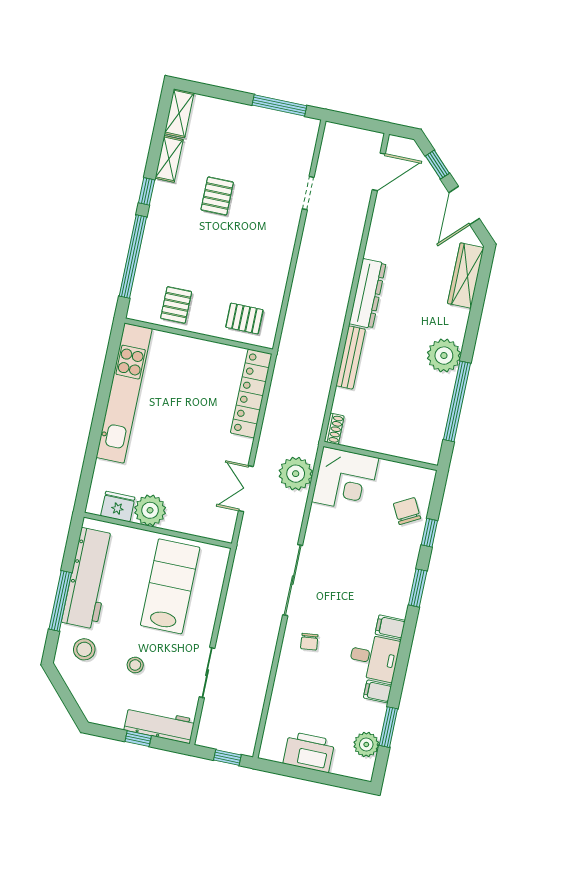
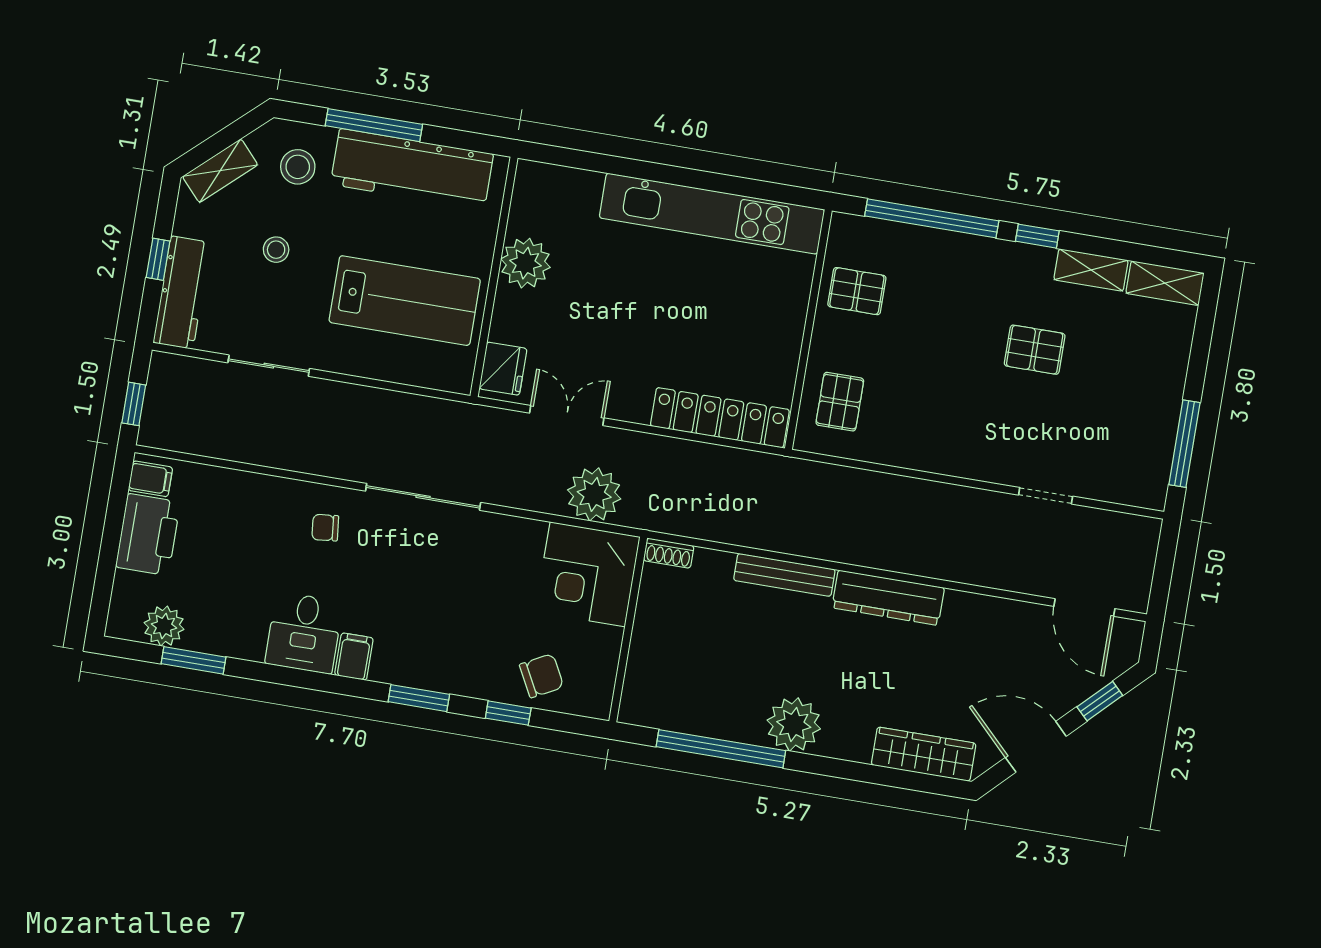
fridge: (118, 507) -> (503, 369), moved
filing cabinet: (378, 691) -> (150, 479), moved, turned 90
shelving: (85, 698) -> (220, 171), added

